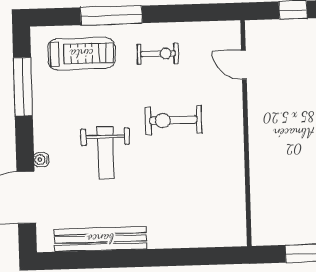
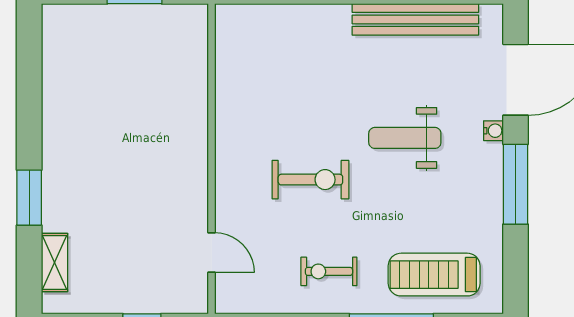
window: (23, 87) -> (516, 184), moved
weight bench: (106, 152) -> (405, 138), turned -90

